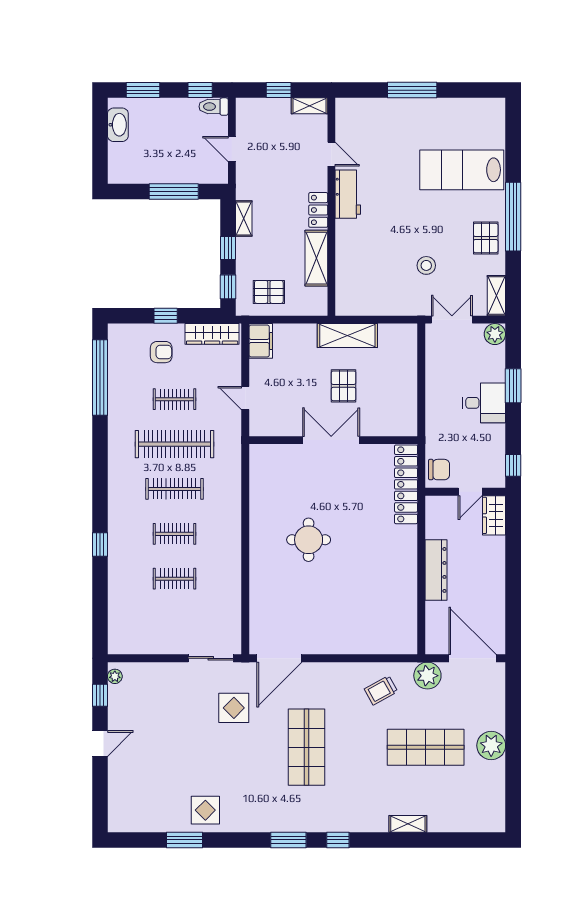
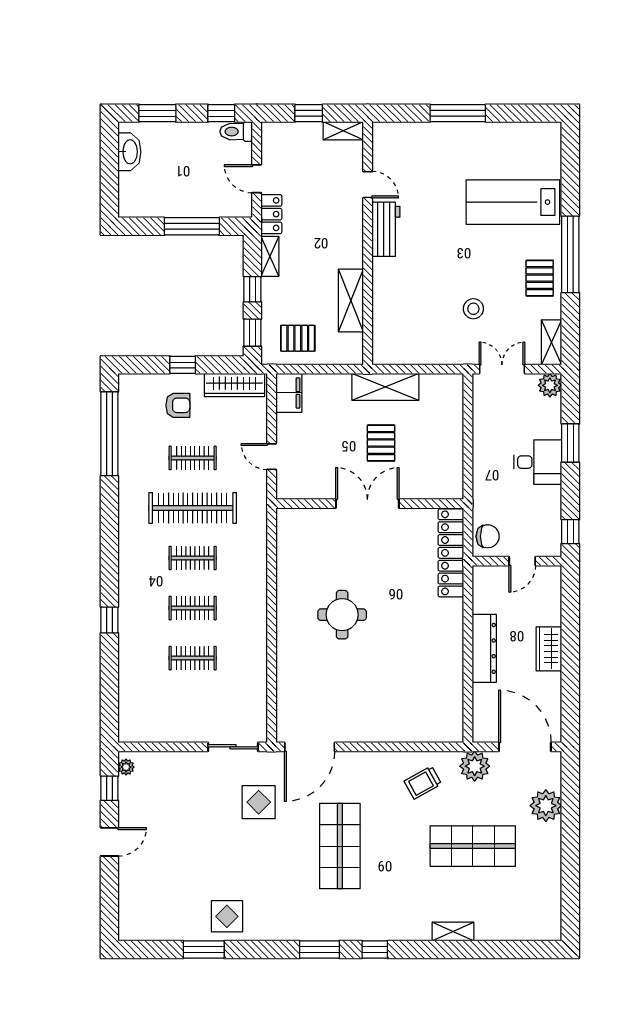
locker: (318, 210) -> (271, 214), moved, turned 180
clothes rail: (175, 489) -> (193, 558), width x0.73
wardrobe: (494, 515) -> (549, 649), moved
plant: (491, 745) -> (546, 806), moved

